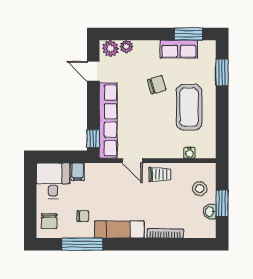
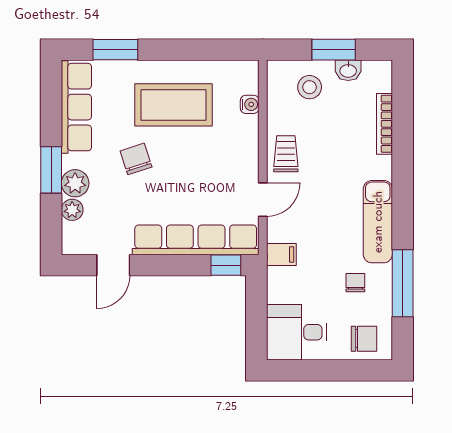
window: (188, 34) -> (51, 170), moved
plant: (110, 48) -> (75, 183), moved
row of seats: (179, 49) -> (76, 107), width x1.48
filing cabinet: (78, 172) -> (281, 254), moved
bookcase: (165, 233) -> (384, 124), moved

